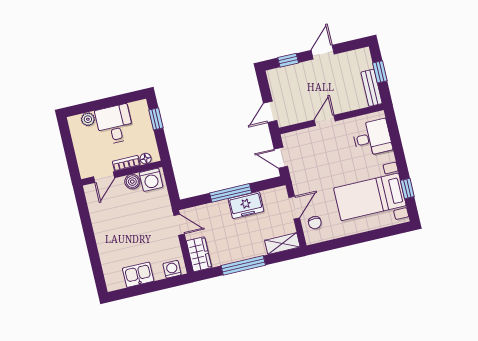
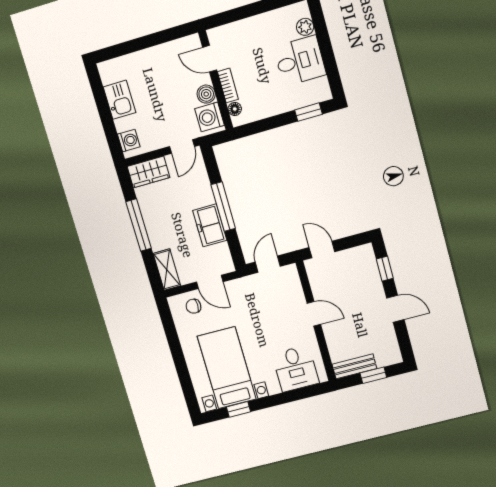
floor lamp: (146, 159) -> (235, 109), moved
bookcase: (126, 163) -> (228, 85), moved
wall: (122, 173) -> (216, 80), moved
door: (104, 177) -> (210, 59), moved
washing machine: (151, 180) -> (210, 117), moved
boiler: (132, 182) -> (206, 94), moved

